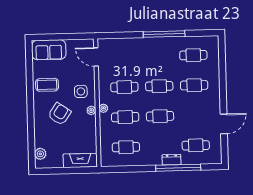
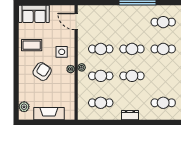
fireplace: (80, 160) -> (49, 114), moved
dresser: (172, 160) -> (130, 115), moved
window: (178, 168) -> (147, 122), removed

